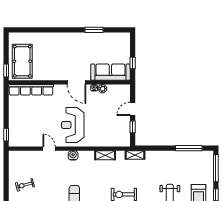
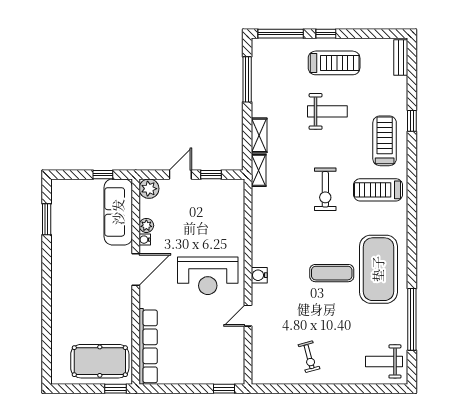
window: (94, 30) -> (47, 219), moved
plant: (124, 90) -> (149, 189), added
door: (133, 109) -> (180, 175), swing flipped
shelving: (105, 155) -> (259, 135), moved

